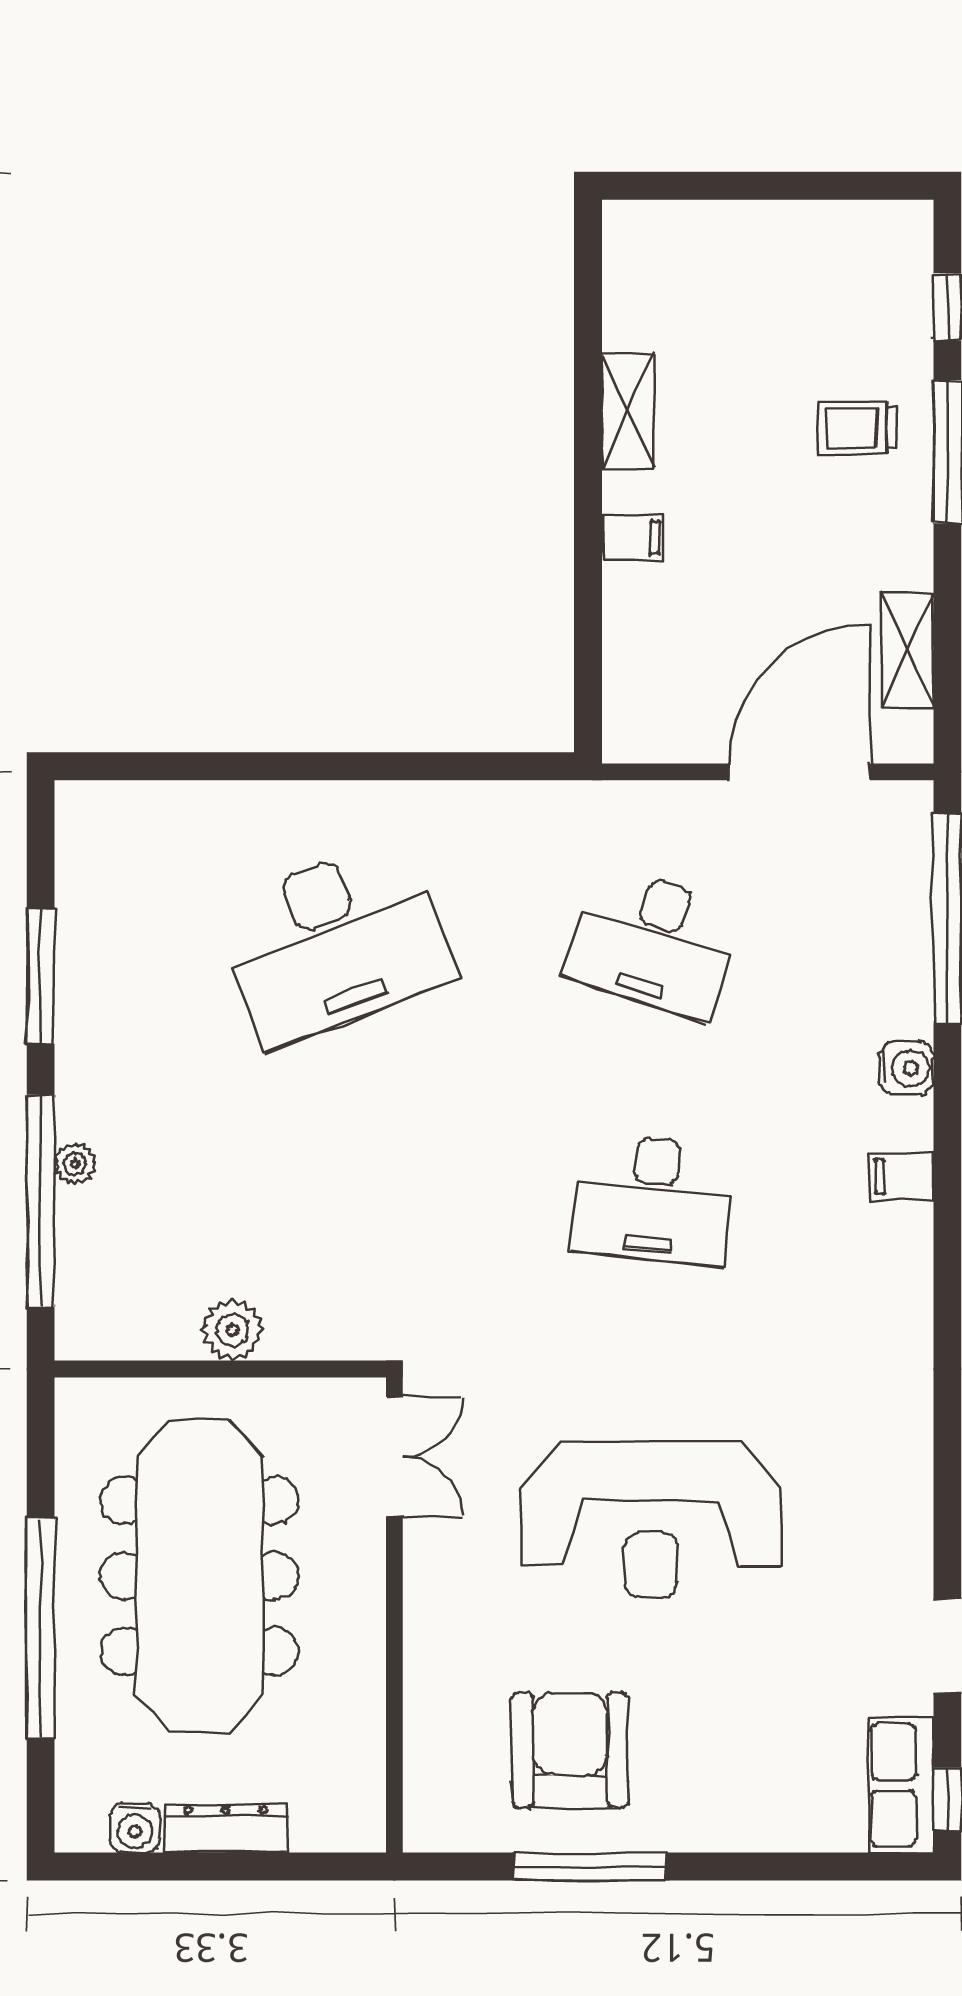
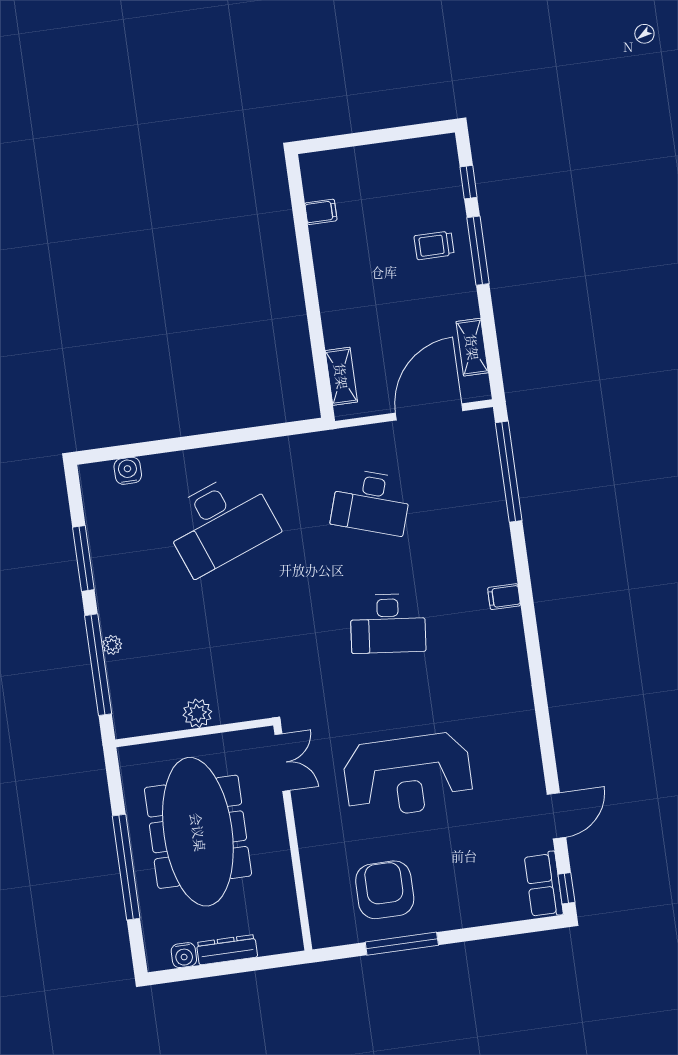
shelving: (628, 412) -> (341, 376), moved
filing cabinet: (633, 537) -> (321, 212), moved
water cooler: (906, 1068) -> (128, 471), moved, turned -90

